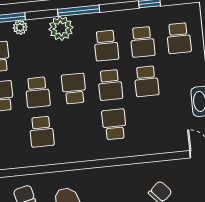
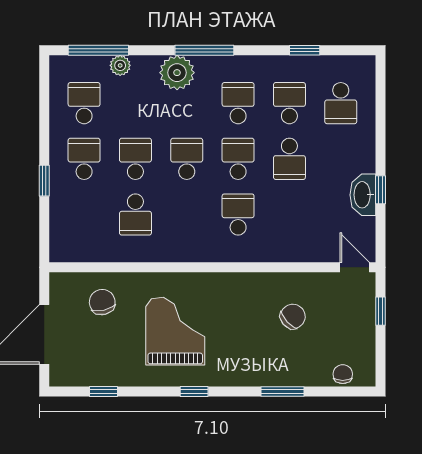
school desk: (142, 42) -> (289, 103), turned 180
school desk: (106, 46) -> (238, 103), turned 180
school desk: (110, 85) -> (238, 159), turned 180
school desk: (38, 92) -> (135, 159), turned 180

